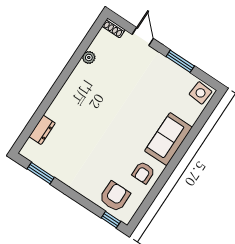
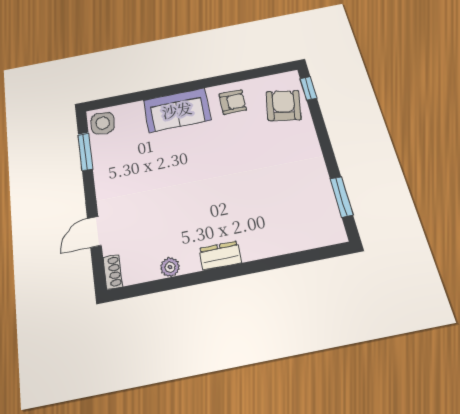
window: (180, 61) -> (85, 151), moved
dresser: (42, 130) -> (220, 256), moved
armchair: (115, 197) -> (284, 105), turned 100

